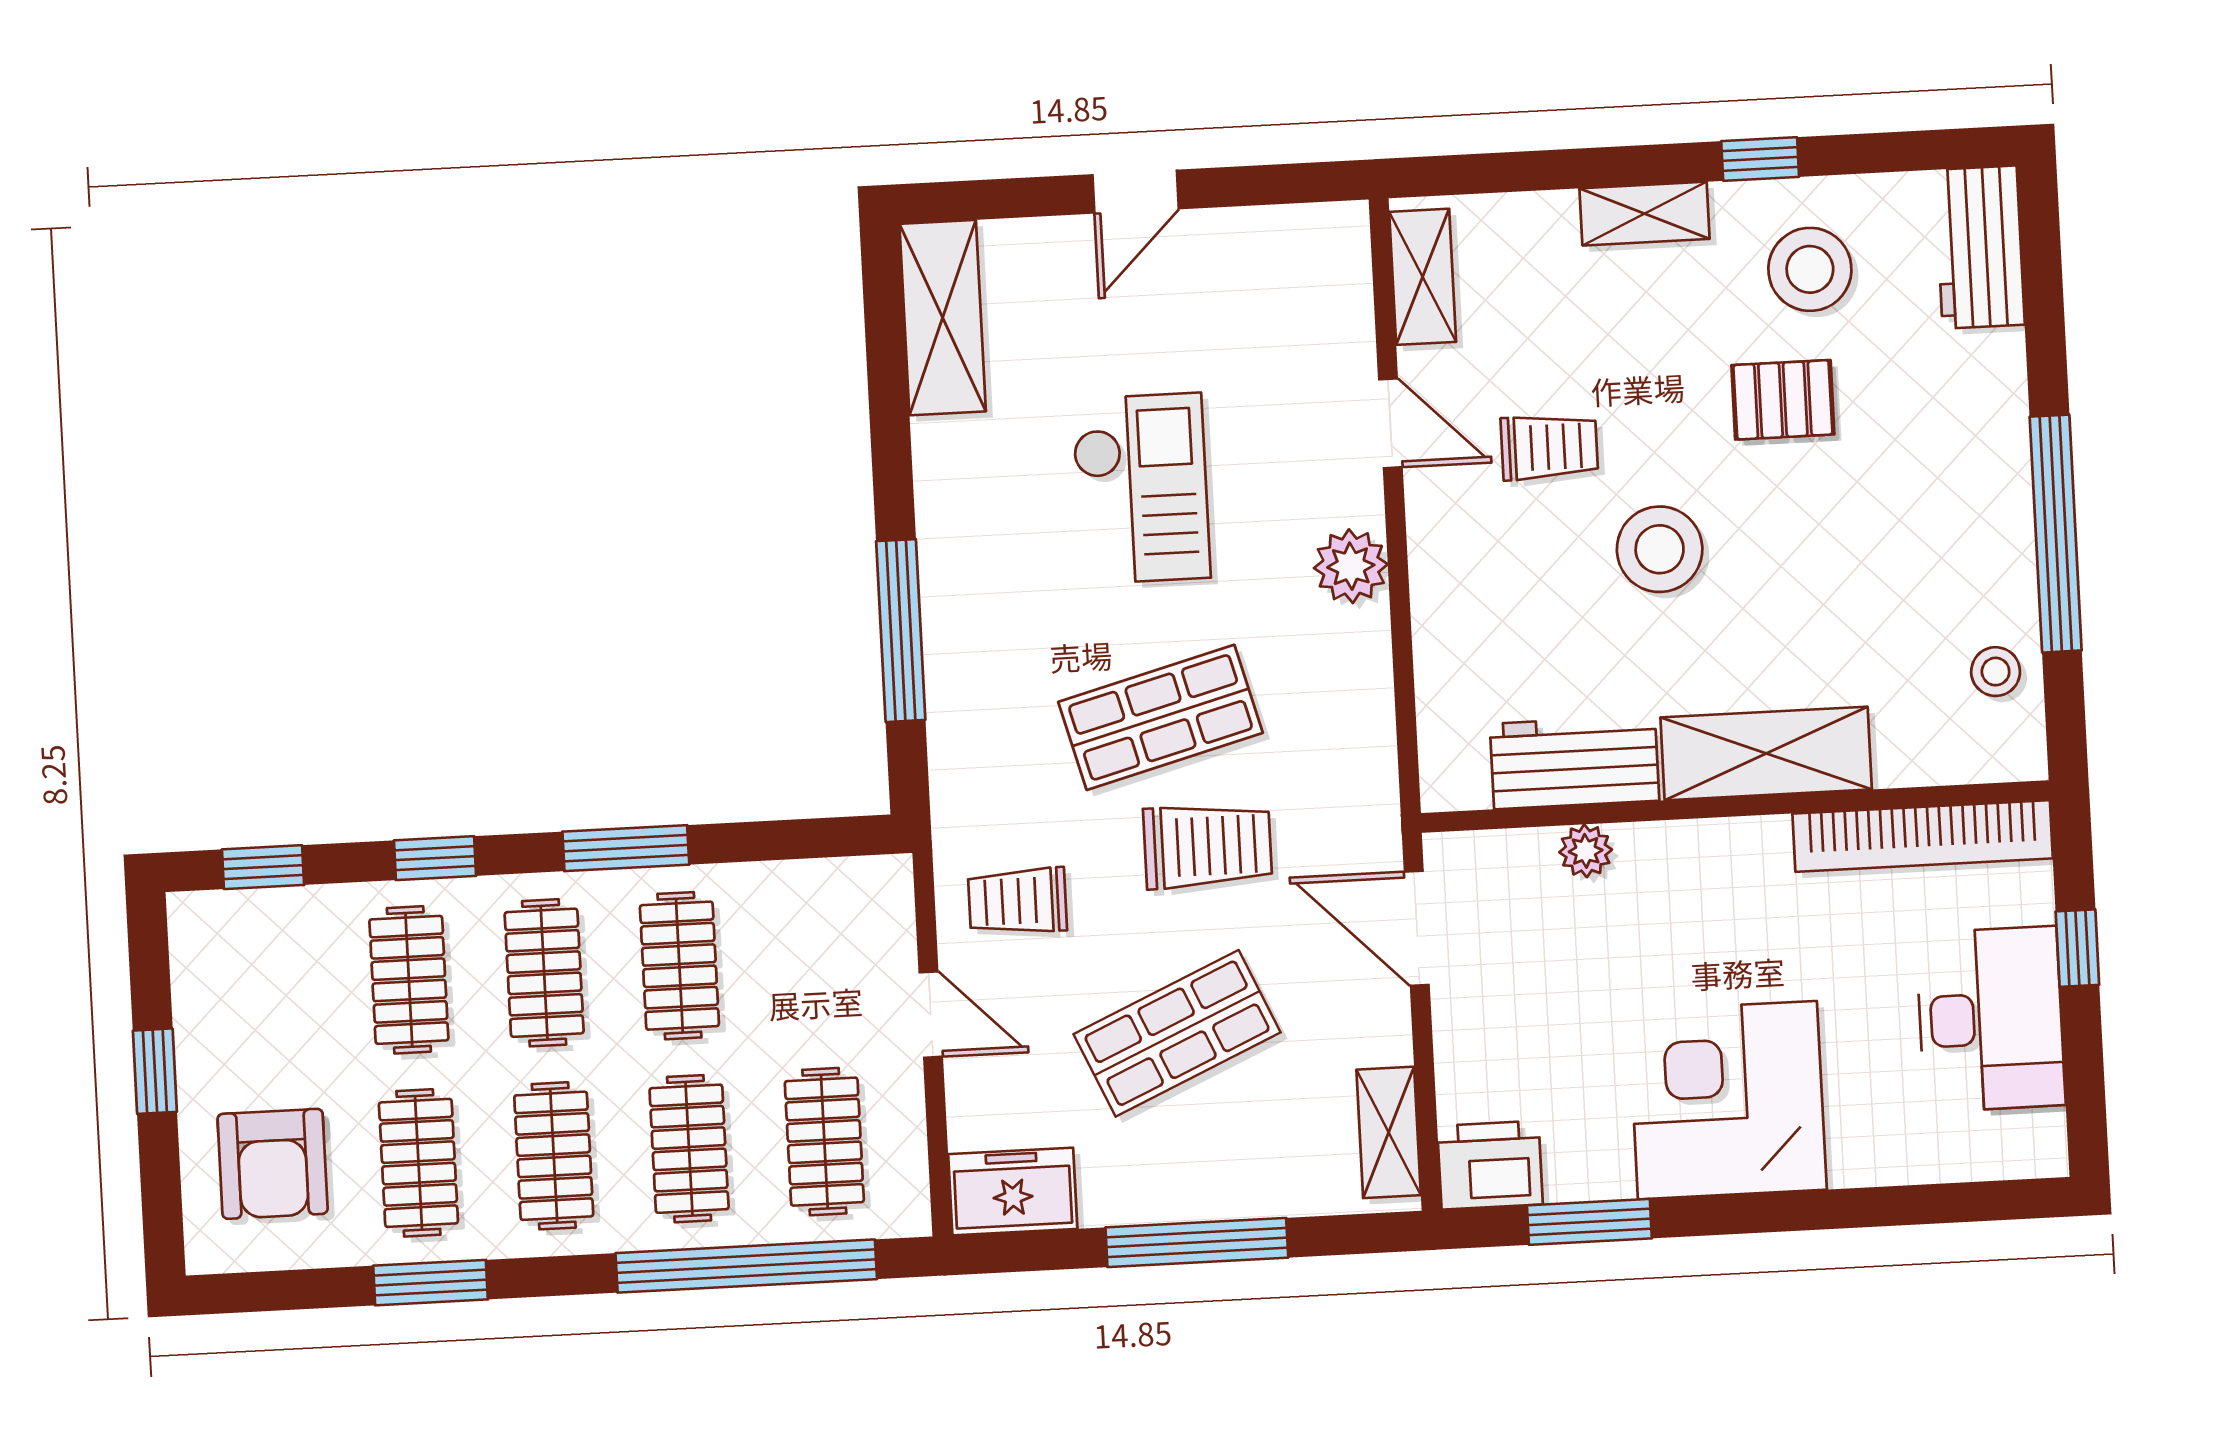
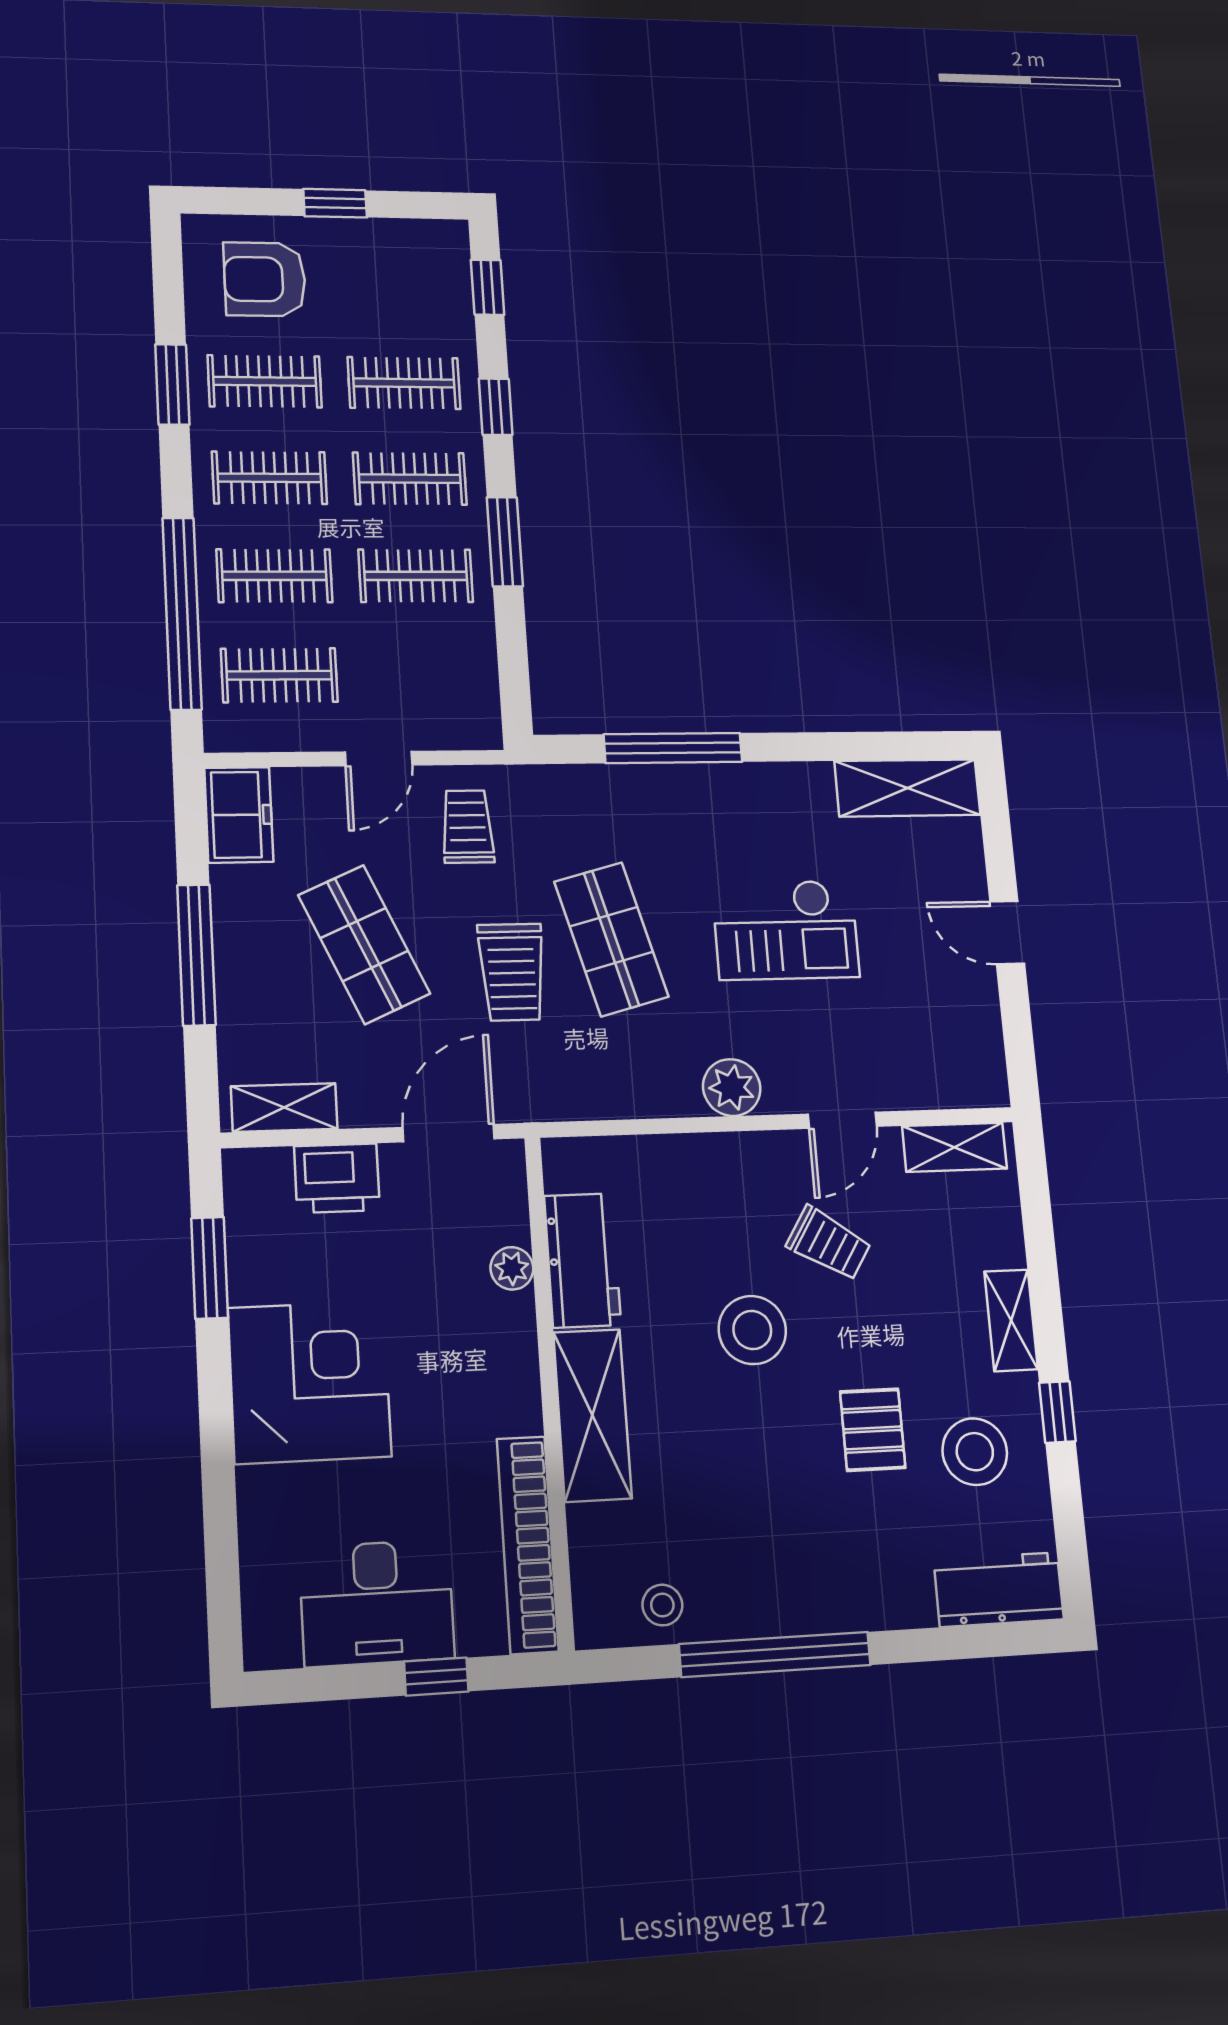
trolley: (1549, 447) -> (829, 1243), turned -58
printer: (1490, 1165) -> (337, 1178), moved, turned 90

